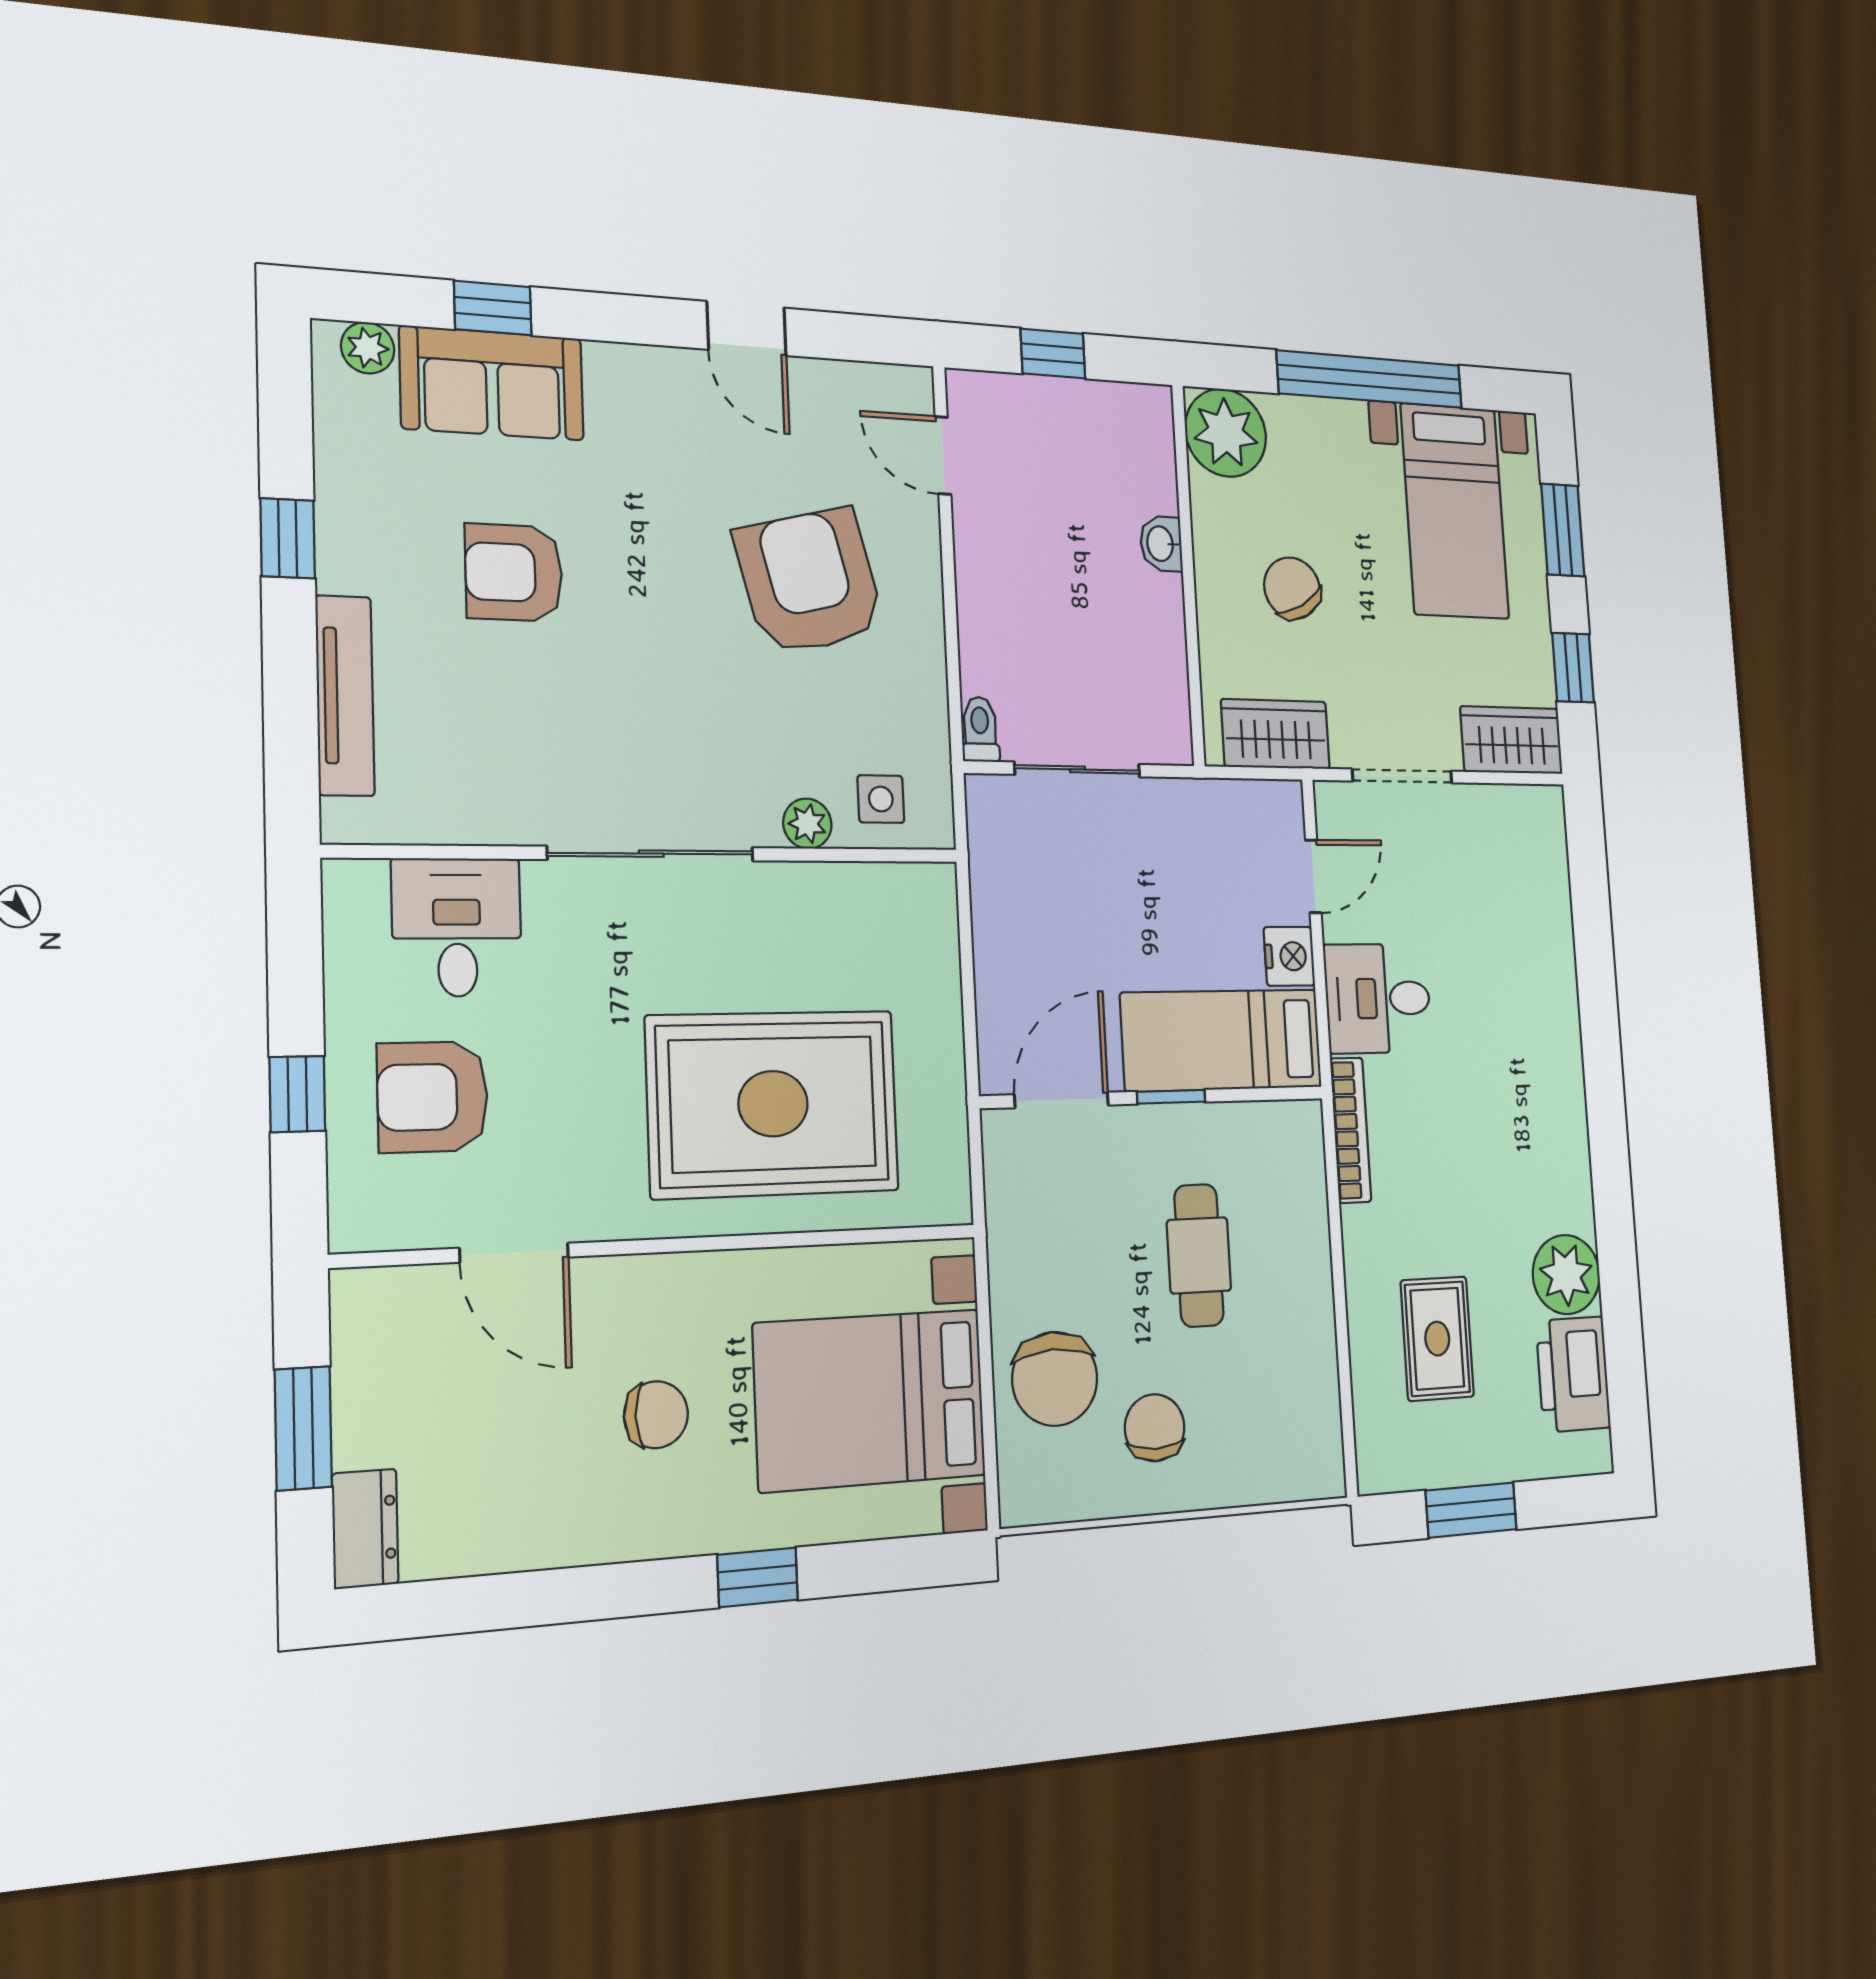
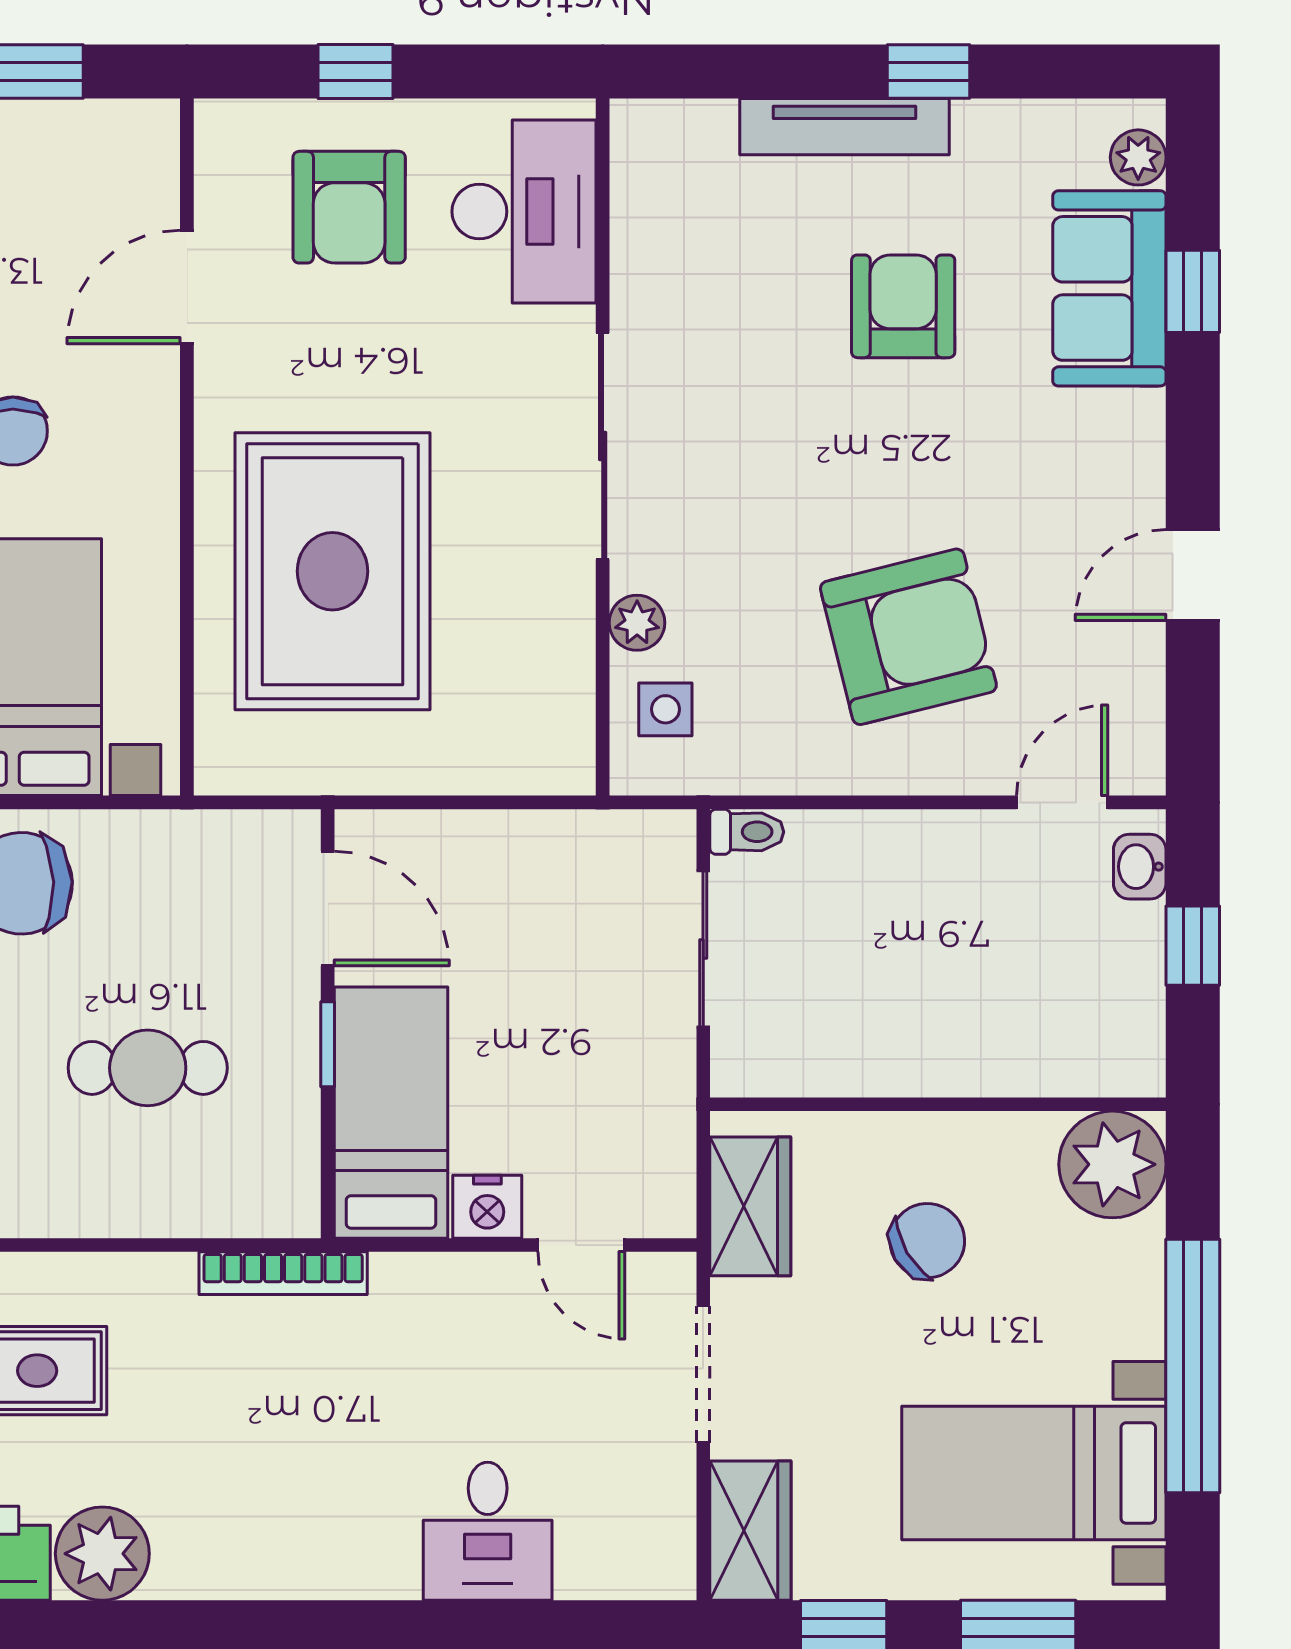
washbasin: (1161, 544) -> (1140, 867), moved, turned -90
tv unit: (345, 696) -> (845, 127), moved
desk: (457, 927) -> (524, 212), width x1.37
desk: (1378, 998) -> (488, 1531), moved, turned 180
armchair: (433, 1097) -> (349, 207), turned 180

